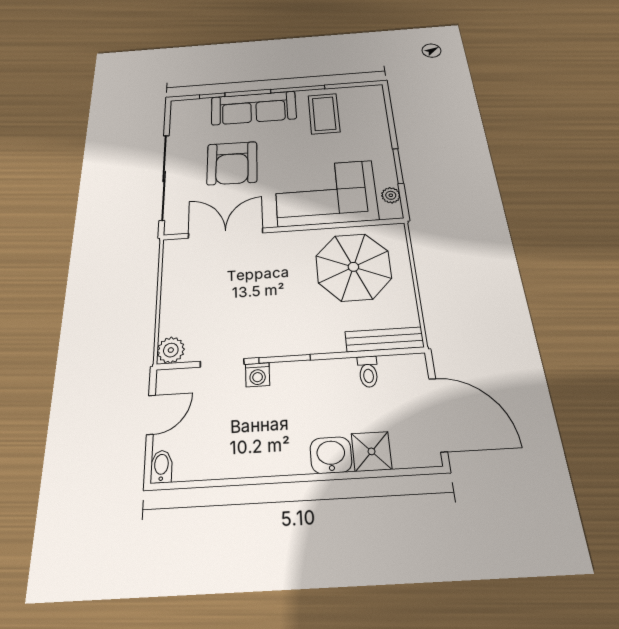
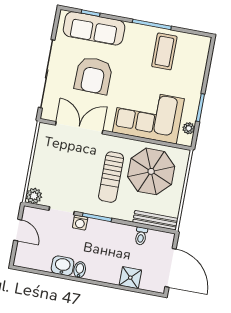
sofa: (254, 108) -> (94, 28), moved
sun lounger: (292, 290) -> (111, 177), added
door: (151, 415) -> (18, 230), hinge flipped
washbasin: (331, 455) -> (63, 266), moved
bidet: (161, 467) -> (80, 270), moved

